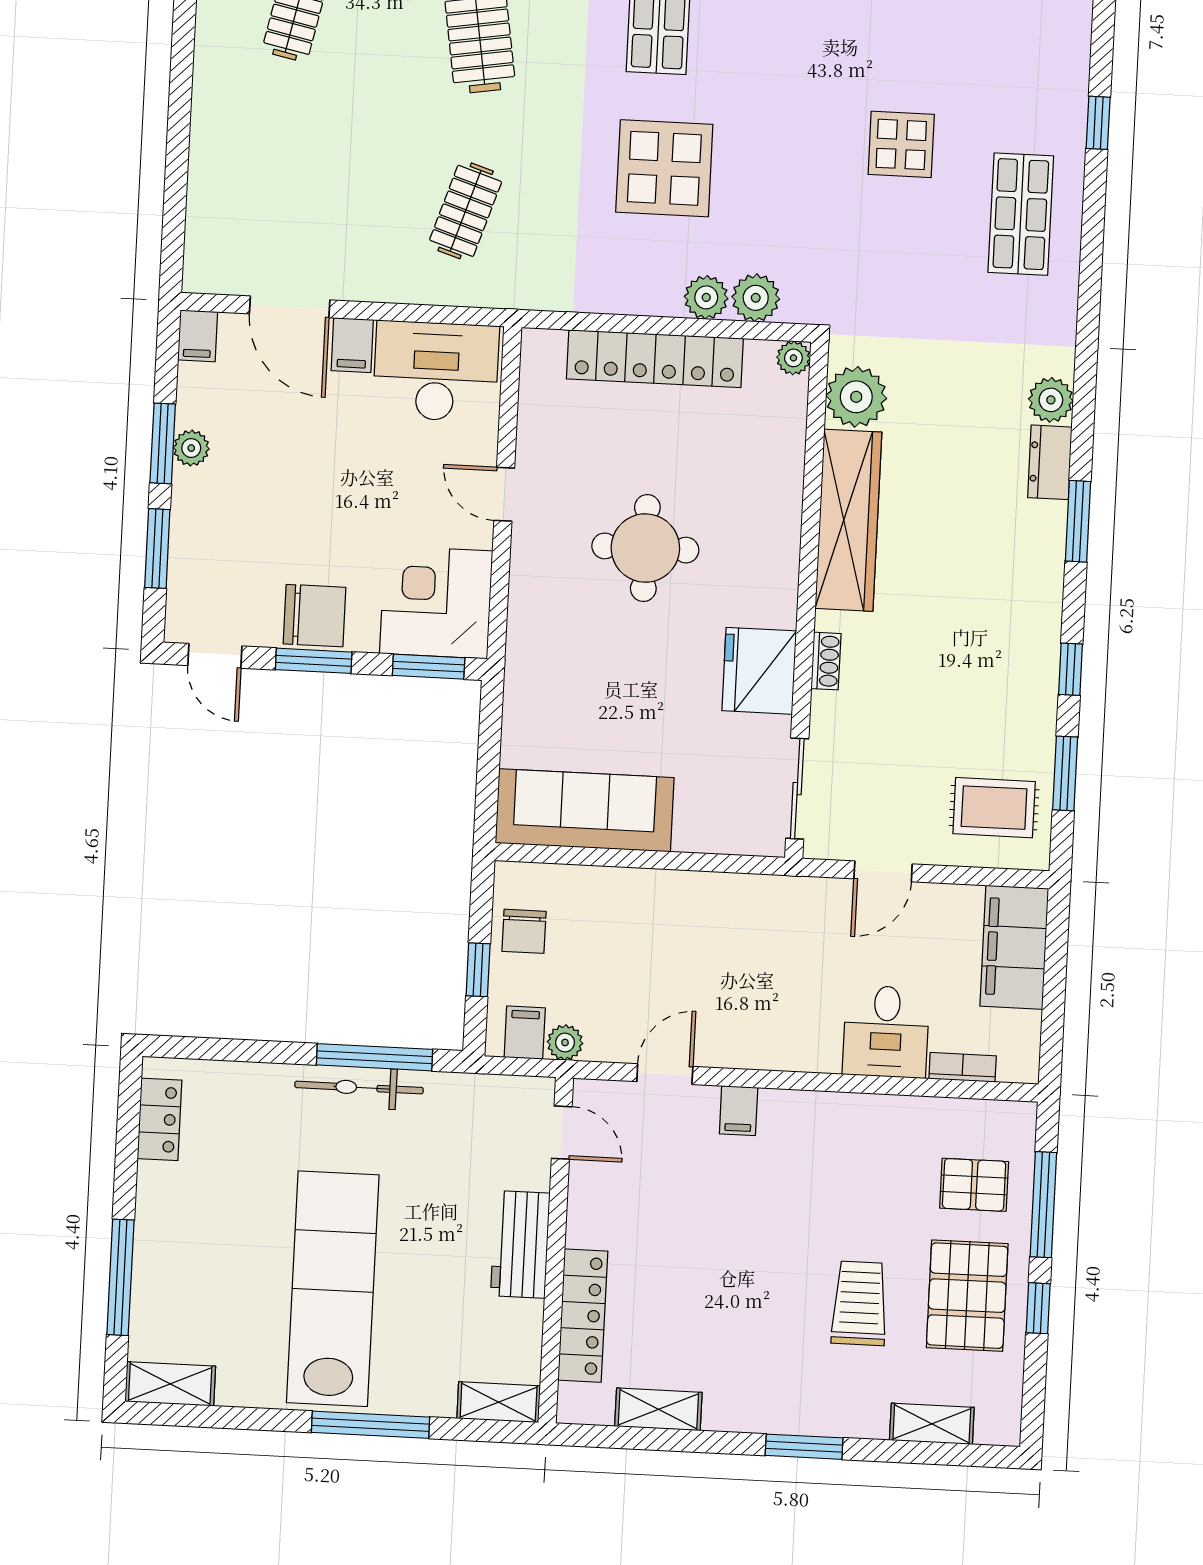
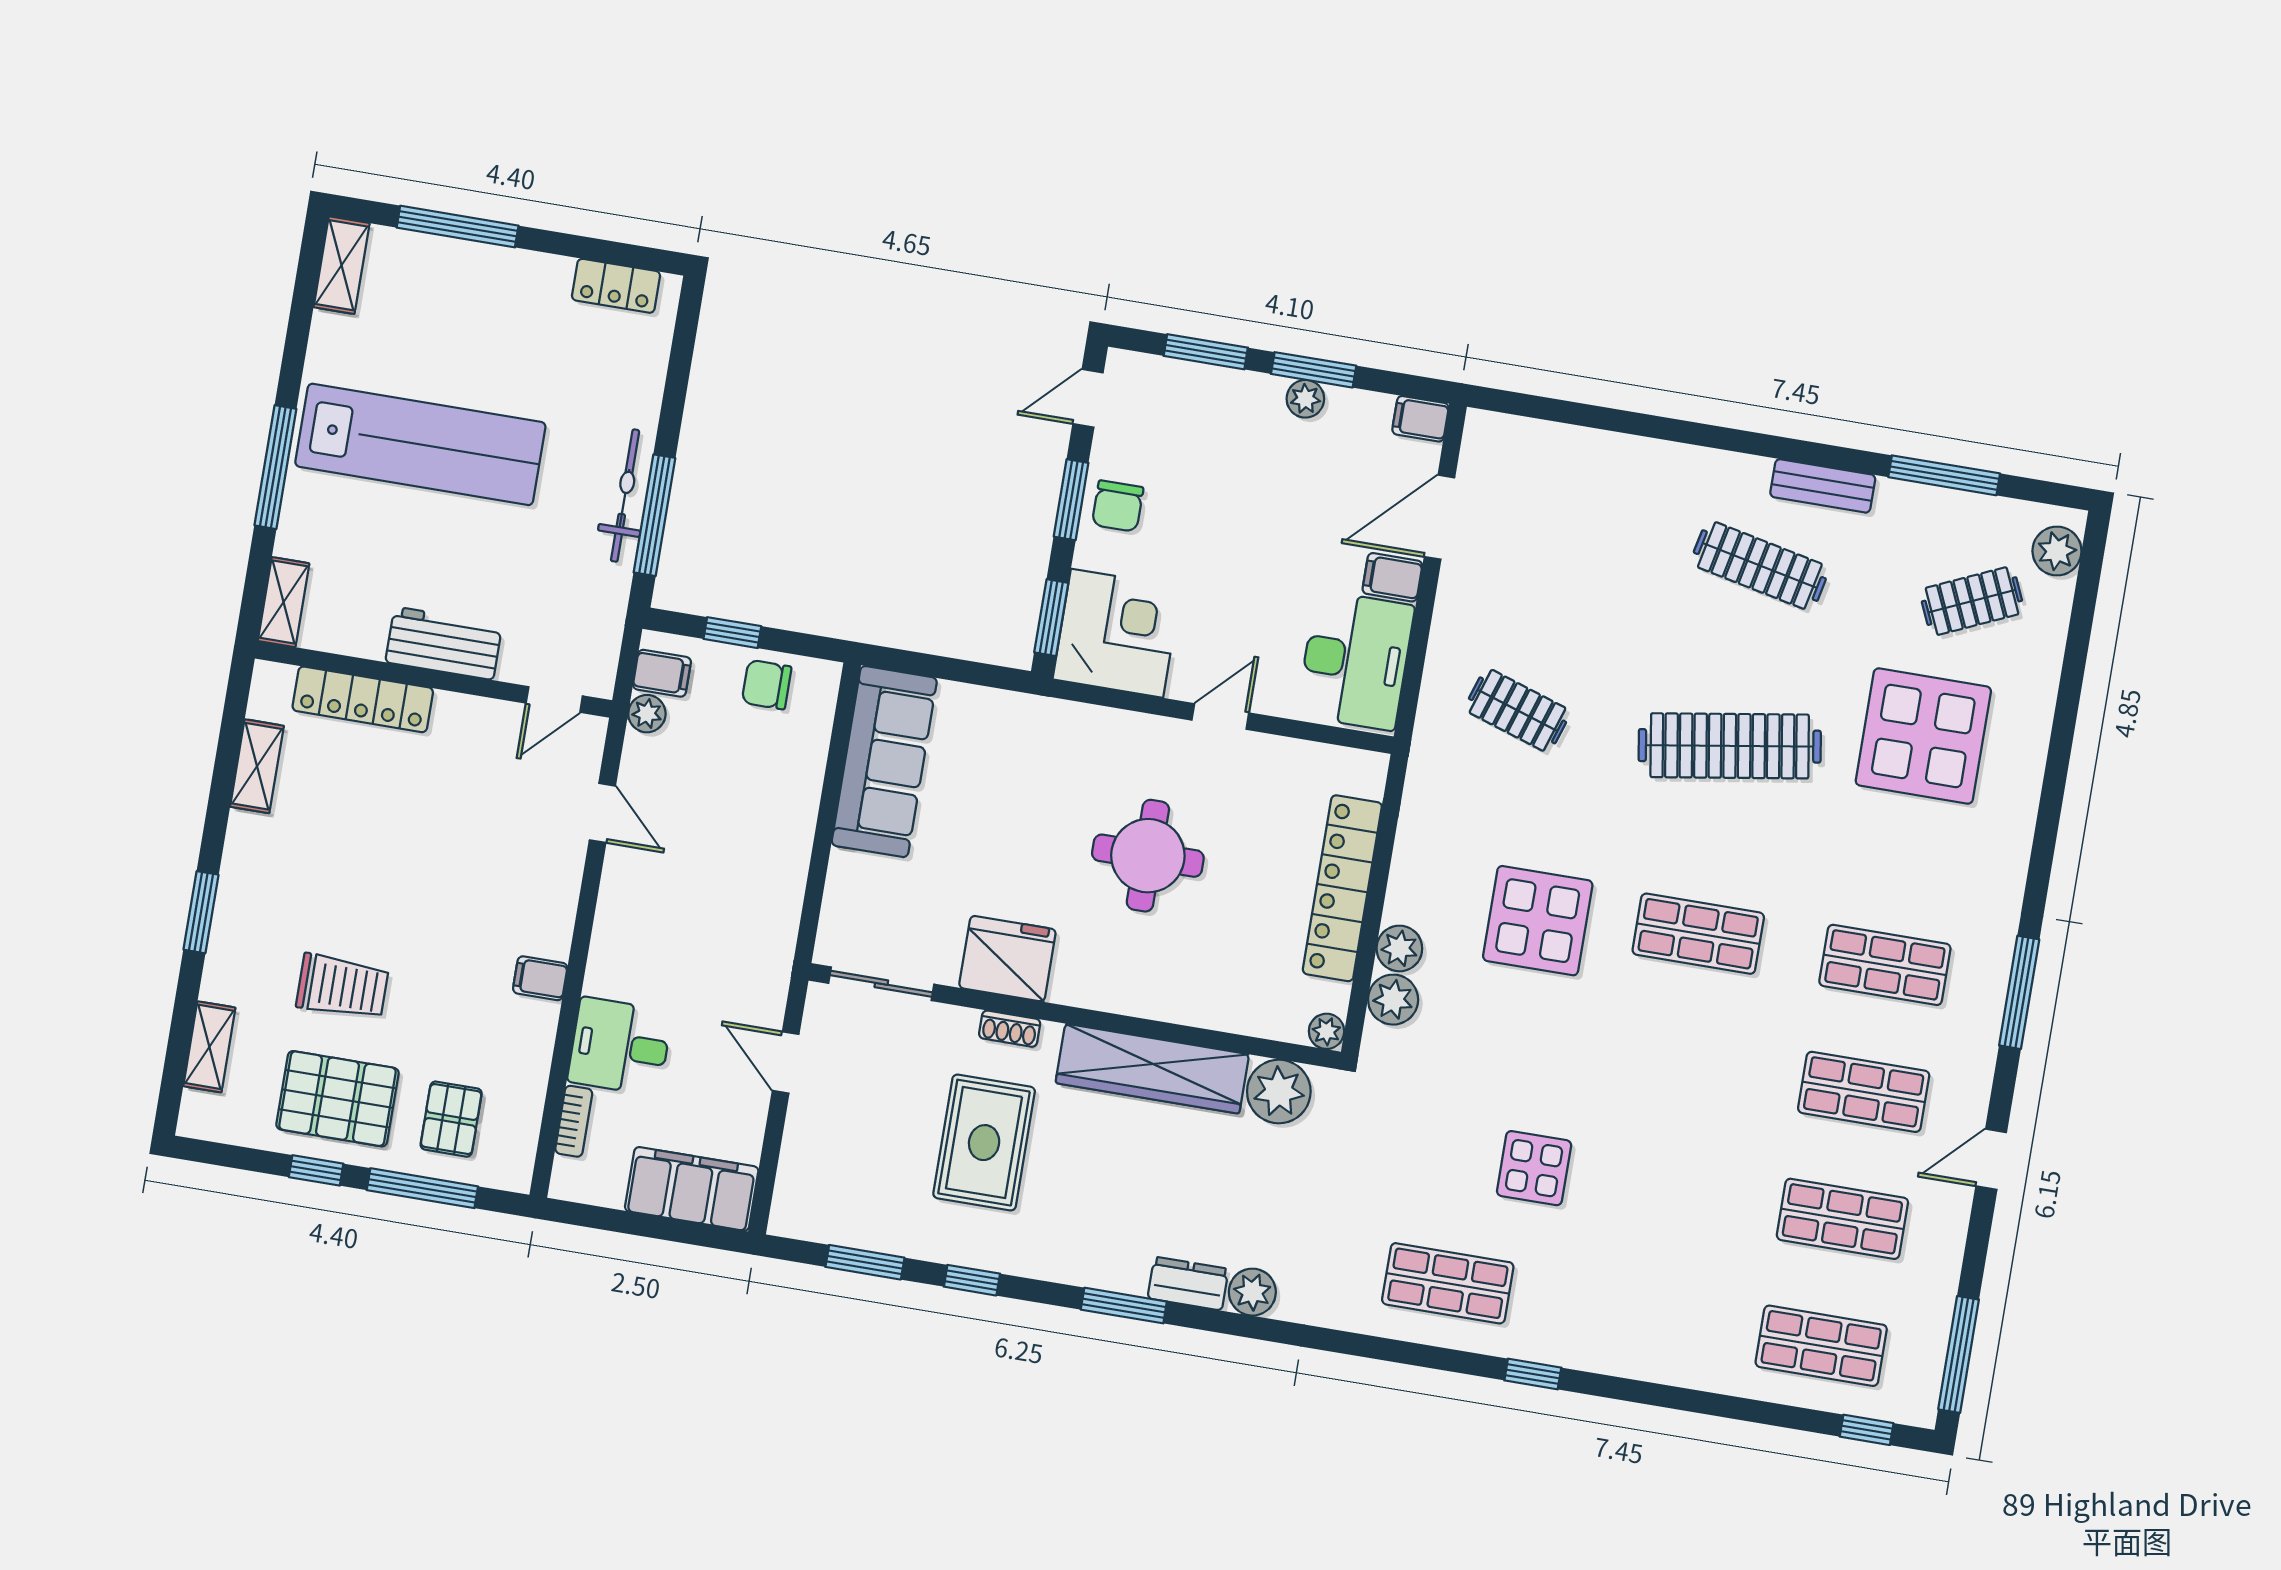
chair: (314, 616) -> (1118, 506), width x0.73, depth x0.73
rug: (994, 808) -> (984, 1143), moved, width x1.36, depth x1.43
filing cabinet: (739, 1111) -> (540, 978), moved

